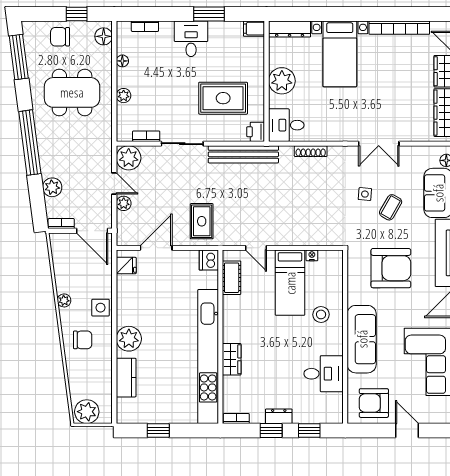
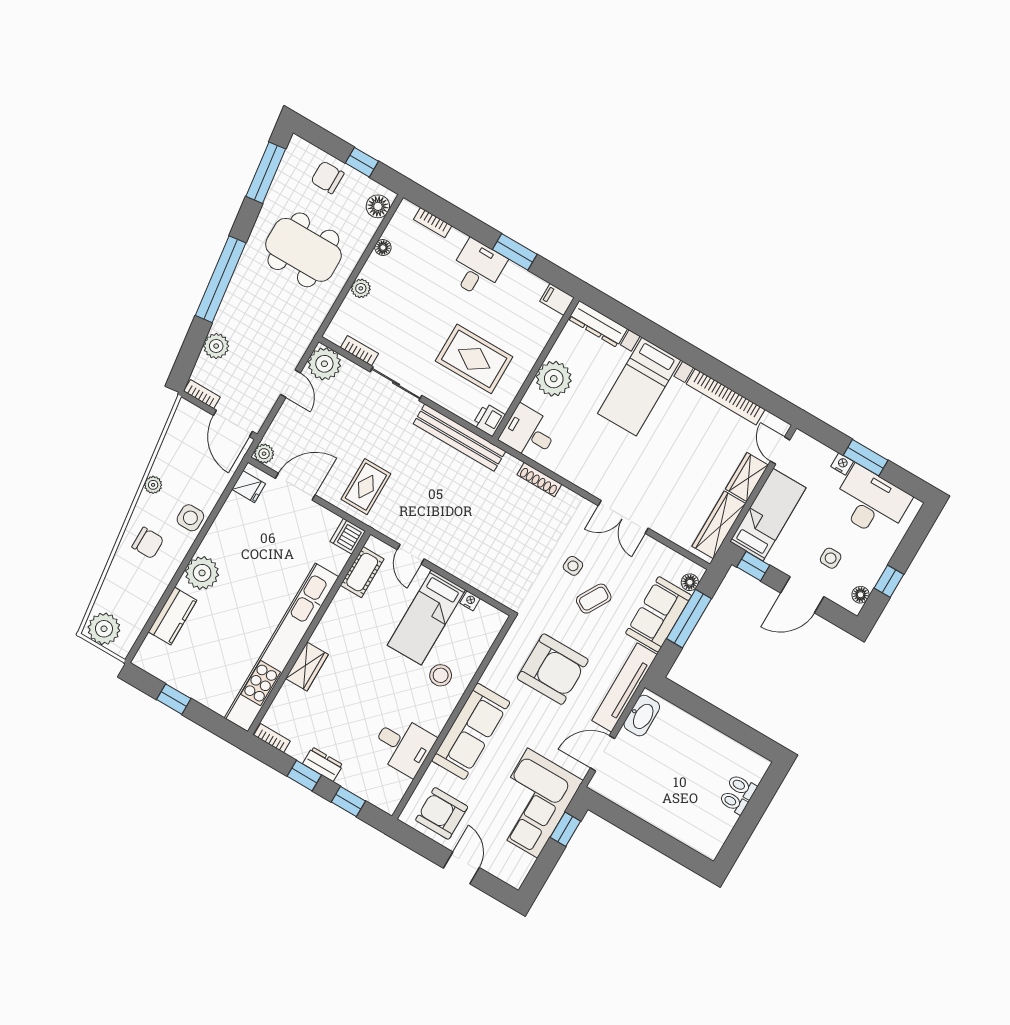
plant: (124, 203) -> (264, 454), moved

